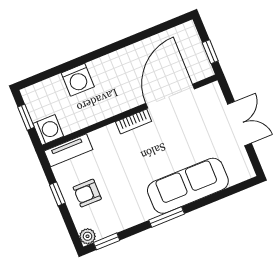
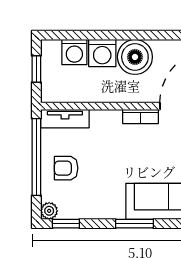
boiler: (108, 72) -> (135, 57), added
washing machine: (48, 130) -> (74, 52), moved, turned 90
window: (57, 194) -> (36, 157), width x3.17

